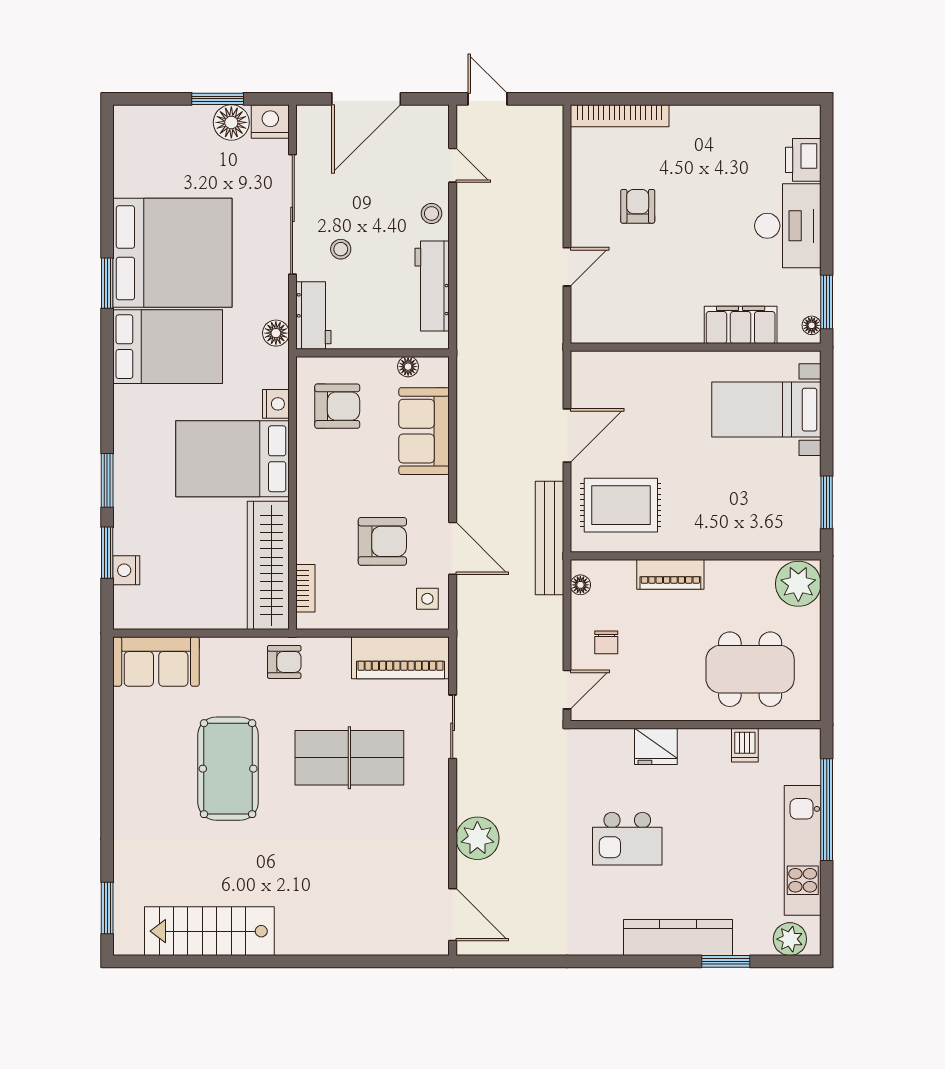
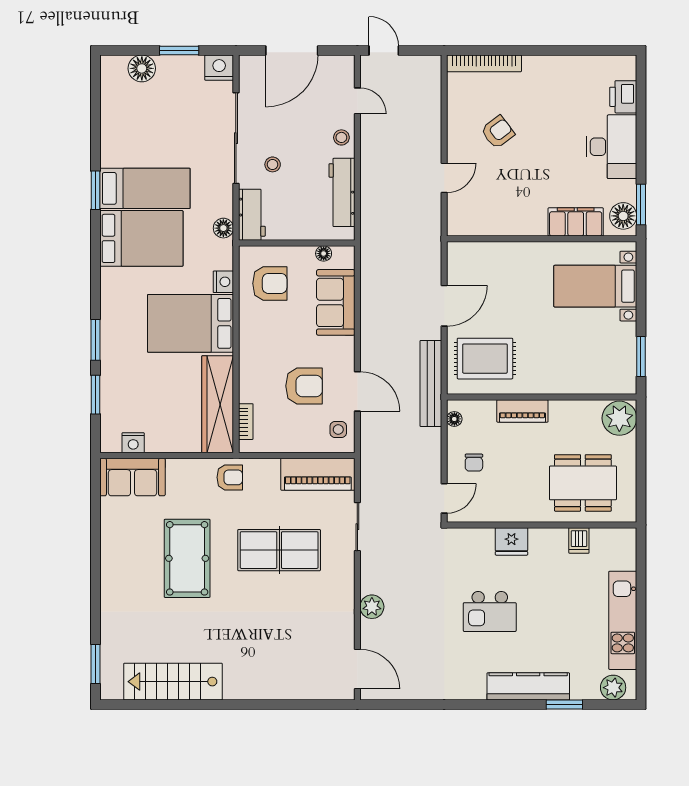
floor lamp: (231, 122) -> (142, 68), moved
armchair: (638, 206) -> (498, 132), turned 53
bed: (172, 253) -> (145, 188), width x0.49
floor lamp: (812, 325) -> (623, 216), width x1.89, depth x1.89
nightstand: (126, 570) -> (133, 443), moved, turned -90
window: (827, 810) -> (641, 589), removed
plant: (477, 838) -> (372, 607), width x0.73, depth x0.73

